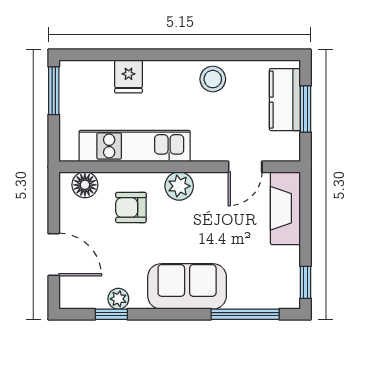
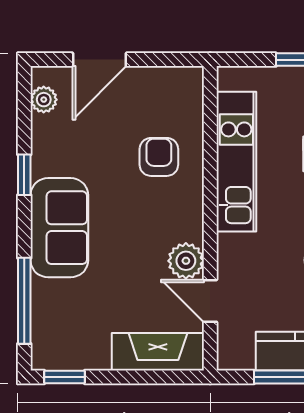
floor lamp: (85, 185) -> (187, 99), removed
plant: (179, 186) -> (186, 261), moved
plant: (118, 299) -> (44, 100), moved
window: (111, 314) -> (24, 175), moved

